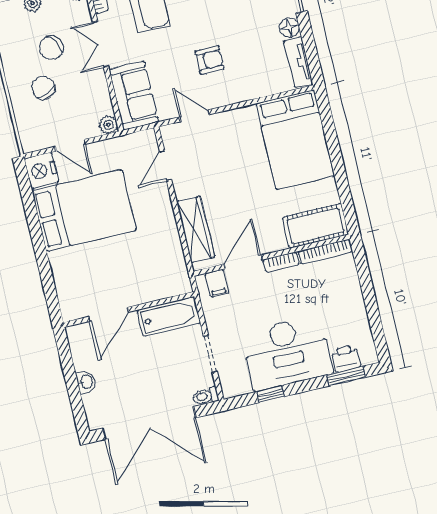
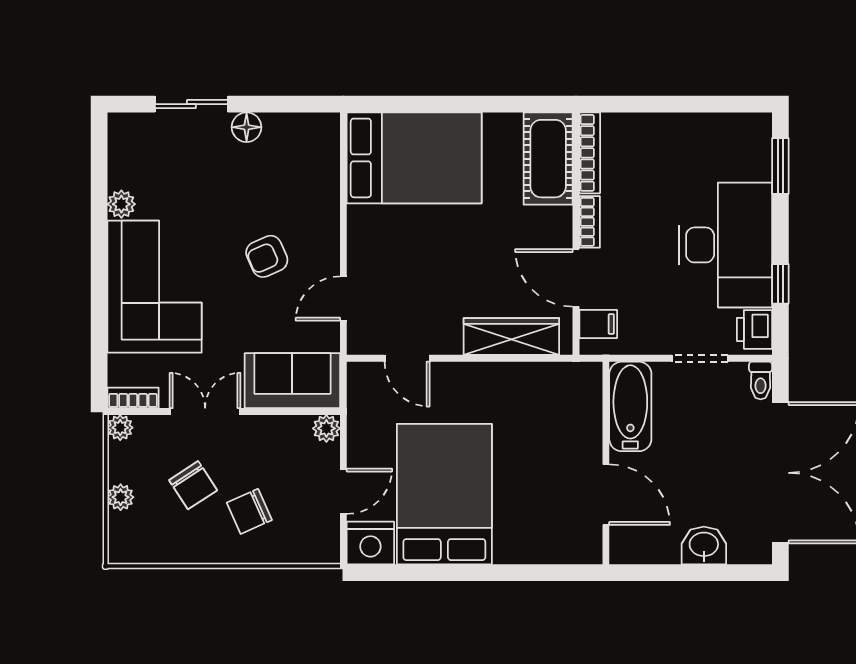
double door: (101, 44) -> (205, 411), swing flipped
armchair: (210, 60) -> (267, 256), turned -114
tv unit: (298, 62) -> (301, 127), removed
printer: (346, 359) -> (754, 329), moved
washbasin: (86, 382) -> (704, 545), width x1.38, depth x1.45

